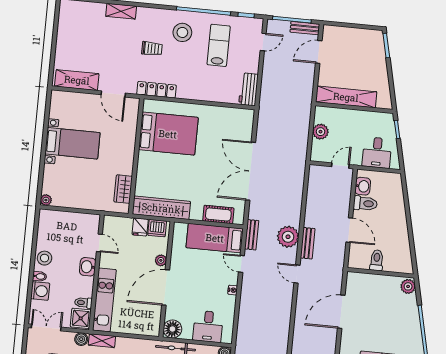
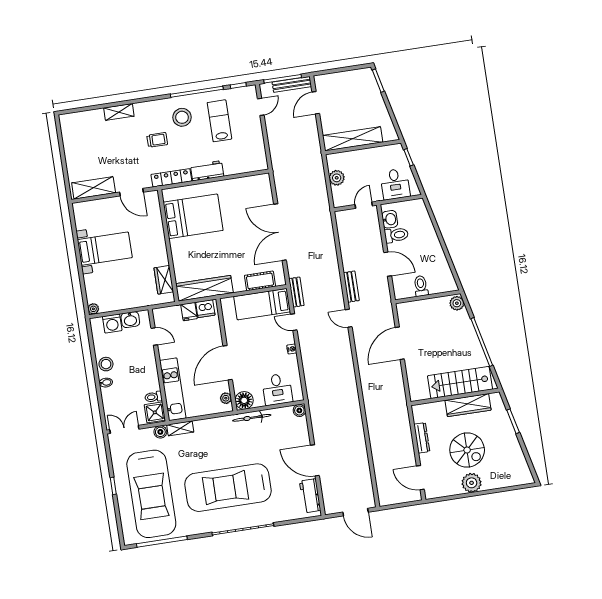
bench: (305, 28) -> (292, 84), width x1.36
workbench: (248, 89) -> (207, 171), moved, turned 90
plant: (288, 237) -> (331, 285), removed
plant: (161, 260) -> (226, 398), moved
washbasin: (88, 267) -> (130, 320), moved, turned -90
washing machine: (40, 291) -> (112, 323), moved, turned 90

